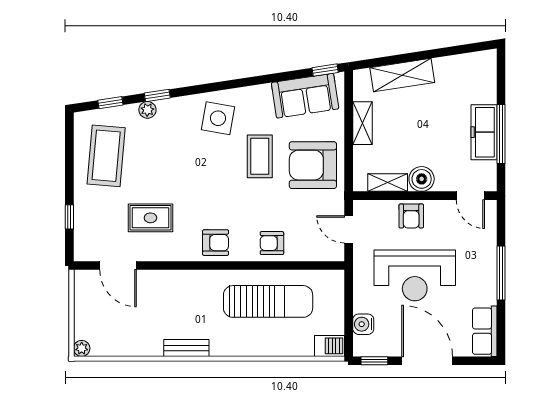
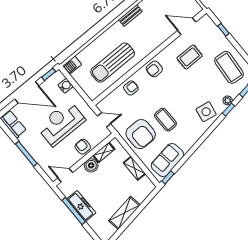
shelving: (402, 75) -> (124, 213), moved
side table: (218, 118) -> (206, 112), moved
armchair: (313, 165) -> (141, 134), turned 90

